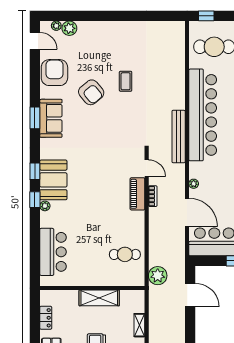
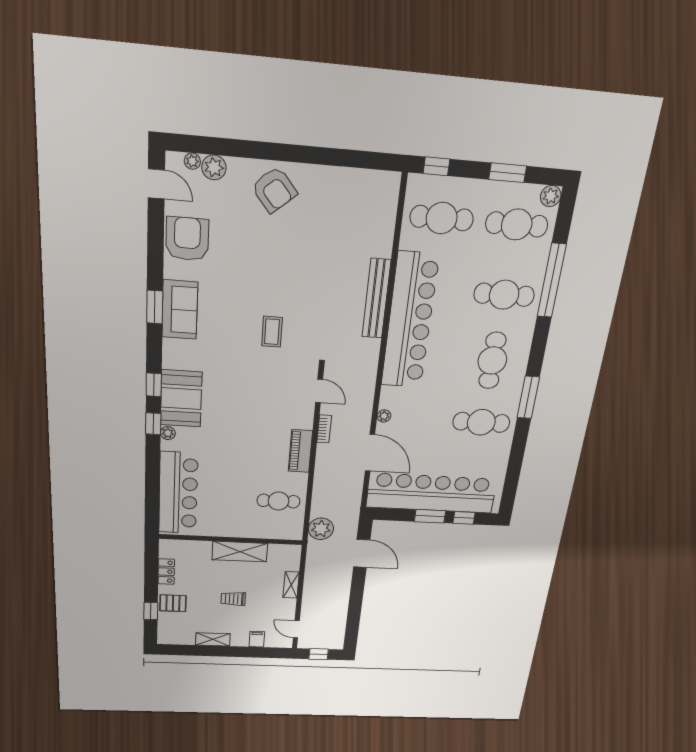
coffee table: (126, 81) -> (272, 332), moved
armchair: (91, 92) -> (274, 190), moved
bench: (179, 137) -> (376, 299), moved
piano: (137, 194) -> (300, 451), moved
bar counter: (53, 252) -> (178, 493), width x1.36

